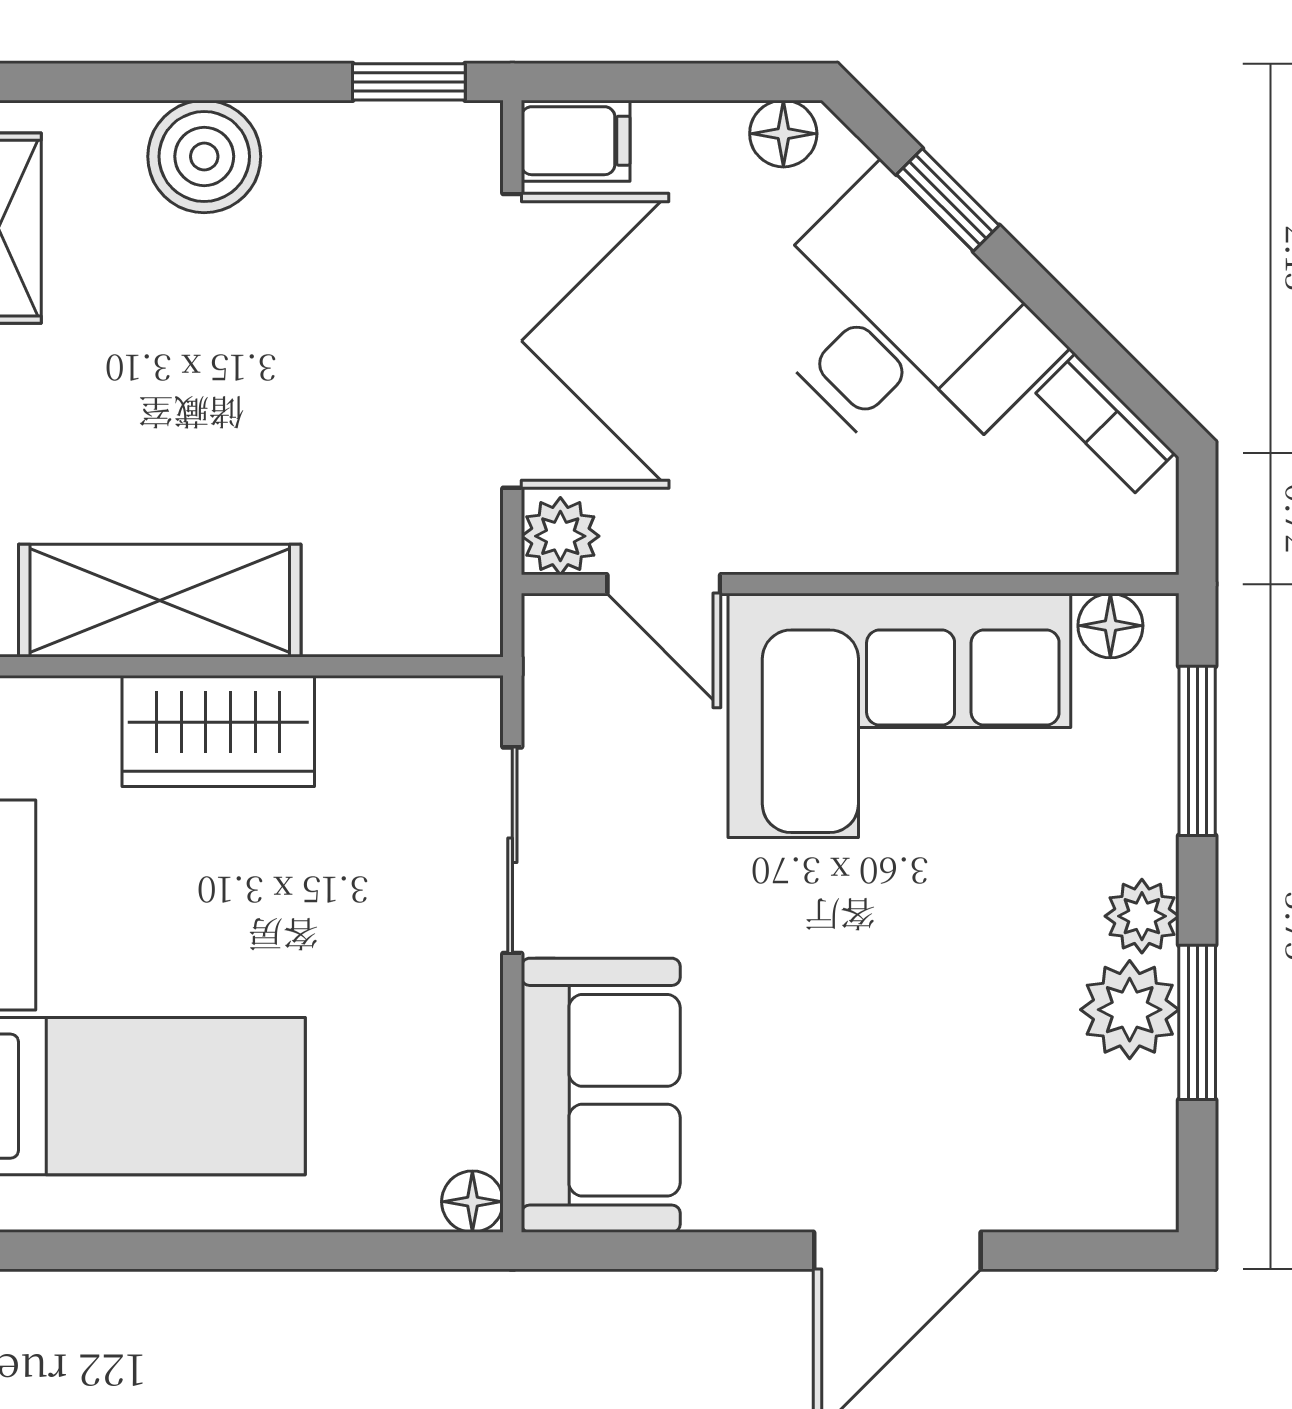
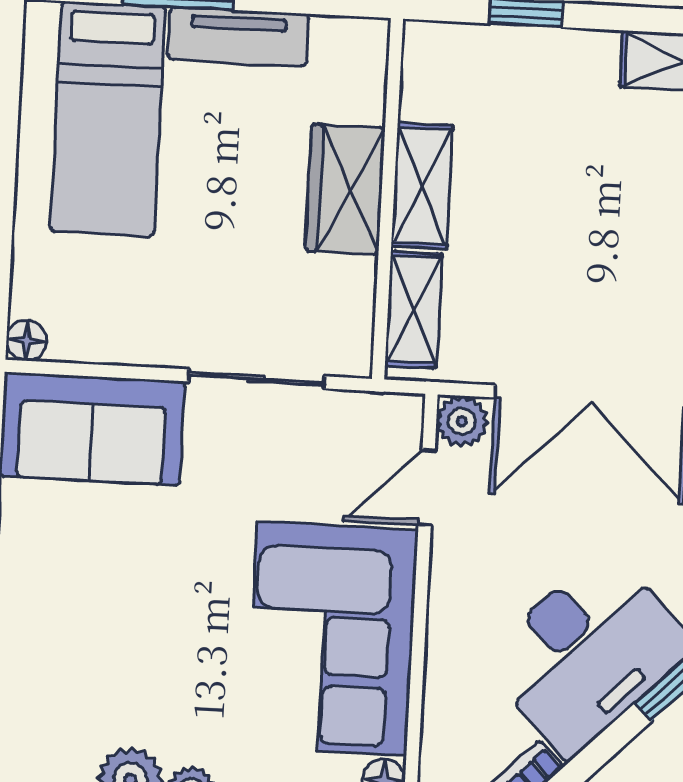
shelving: (160, 601) -> (422, 186), width x0.67, depth x0.75
shelving: (395, 618) -> (413, 310), added

